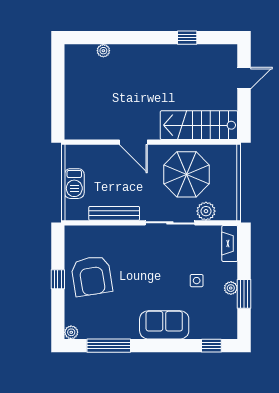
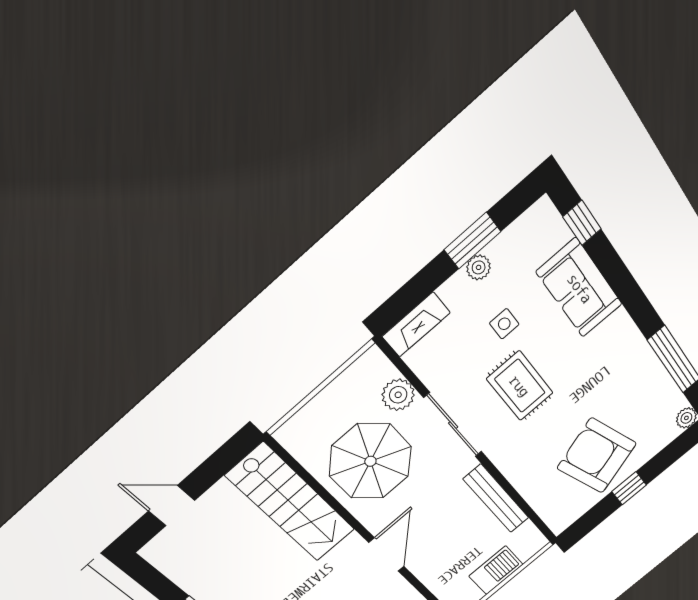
rug: (161, 266) -> (520, 386), added
armchair: (92, 276) -> (597, 456), turned -100
sofa: (164, 325) -> (580, 288), moved

